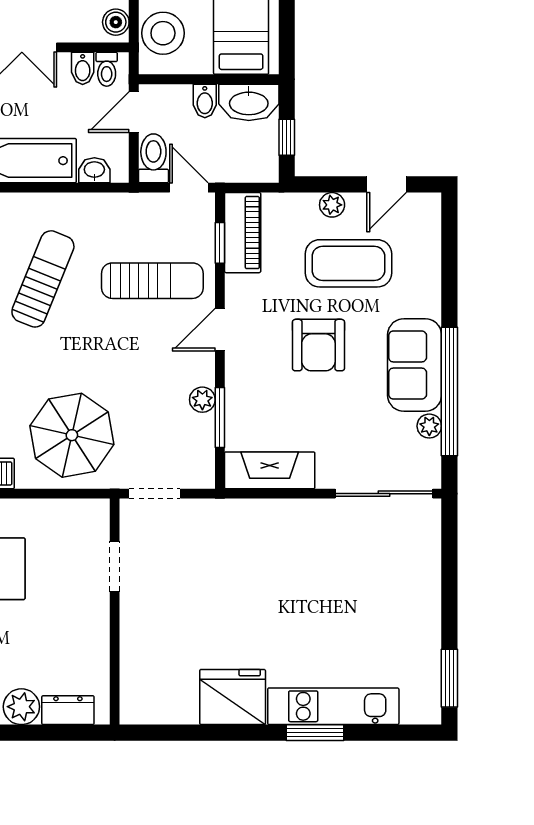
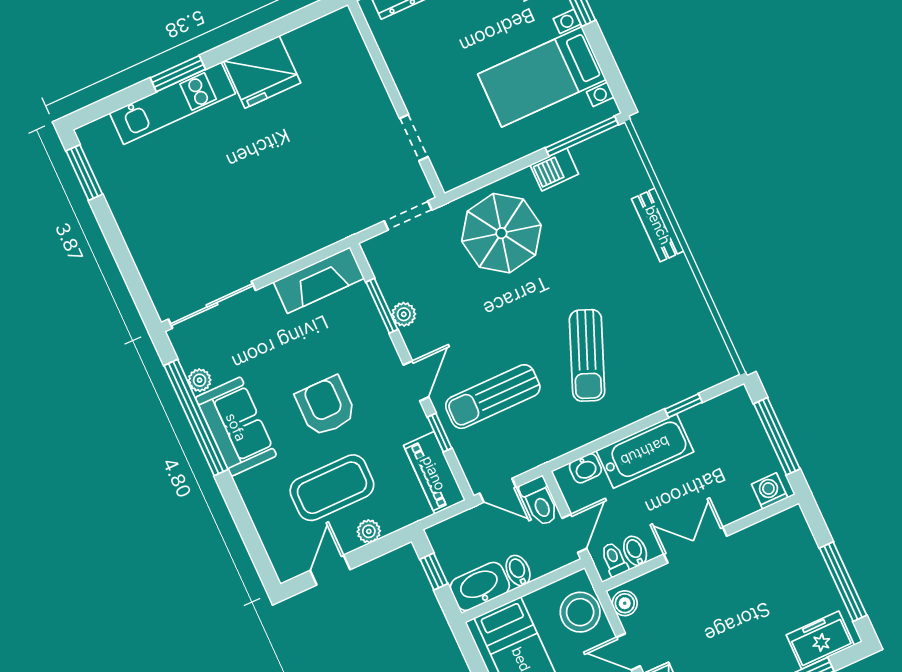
window: (220, 243) -> (440, 433), moved

